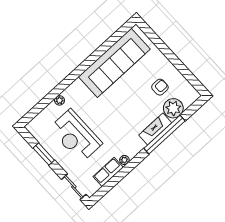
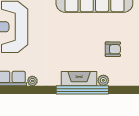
plant: (173, 108) -> (103, 80), width x0.53, depth x0.53

